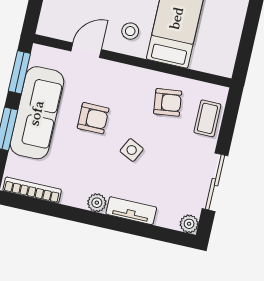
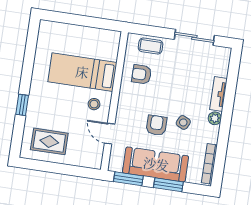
armchair: (168, 102) -> (142, 74), turned -83
side table: (132, 150) -> (183, 122), moved
plant: (189, 224) -> (225, 53), removed

